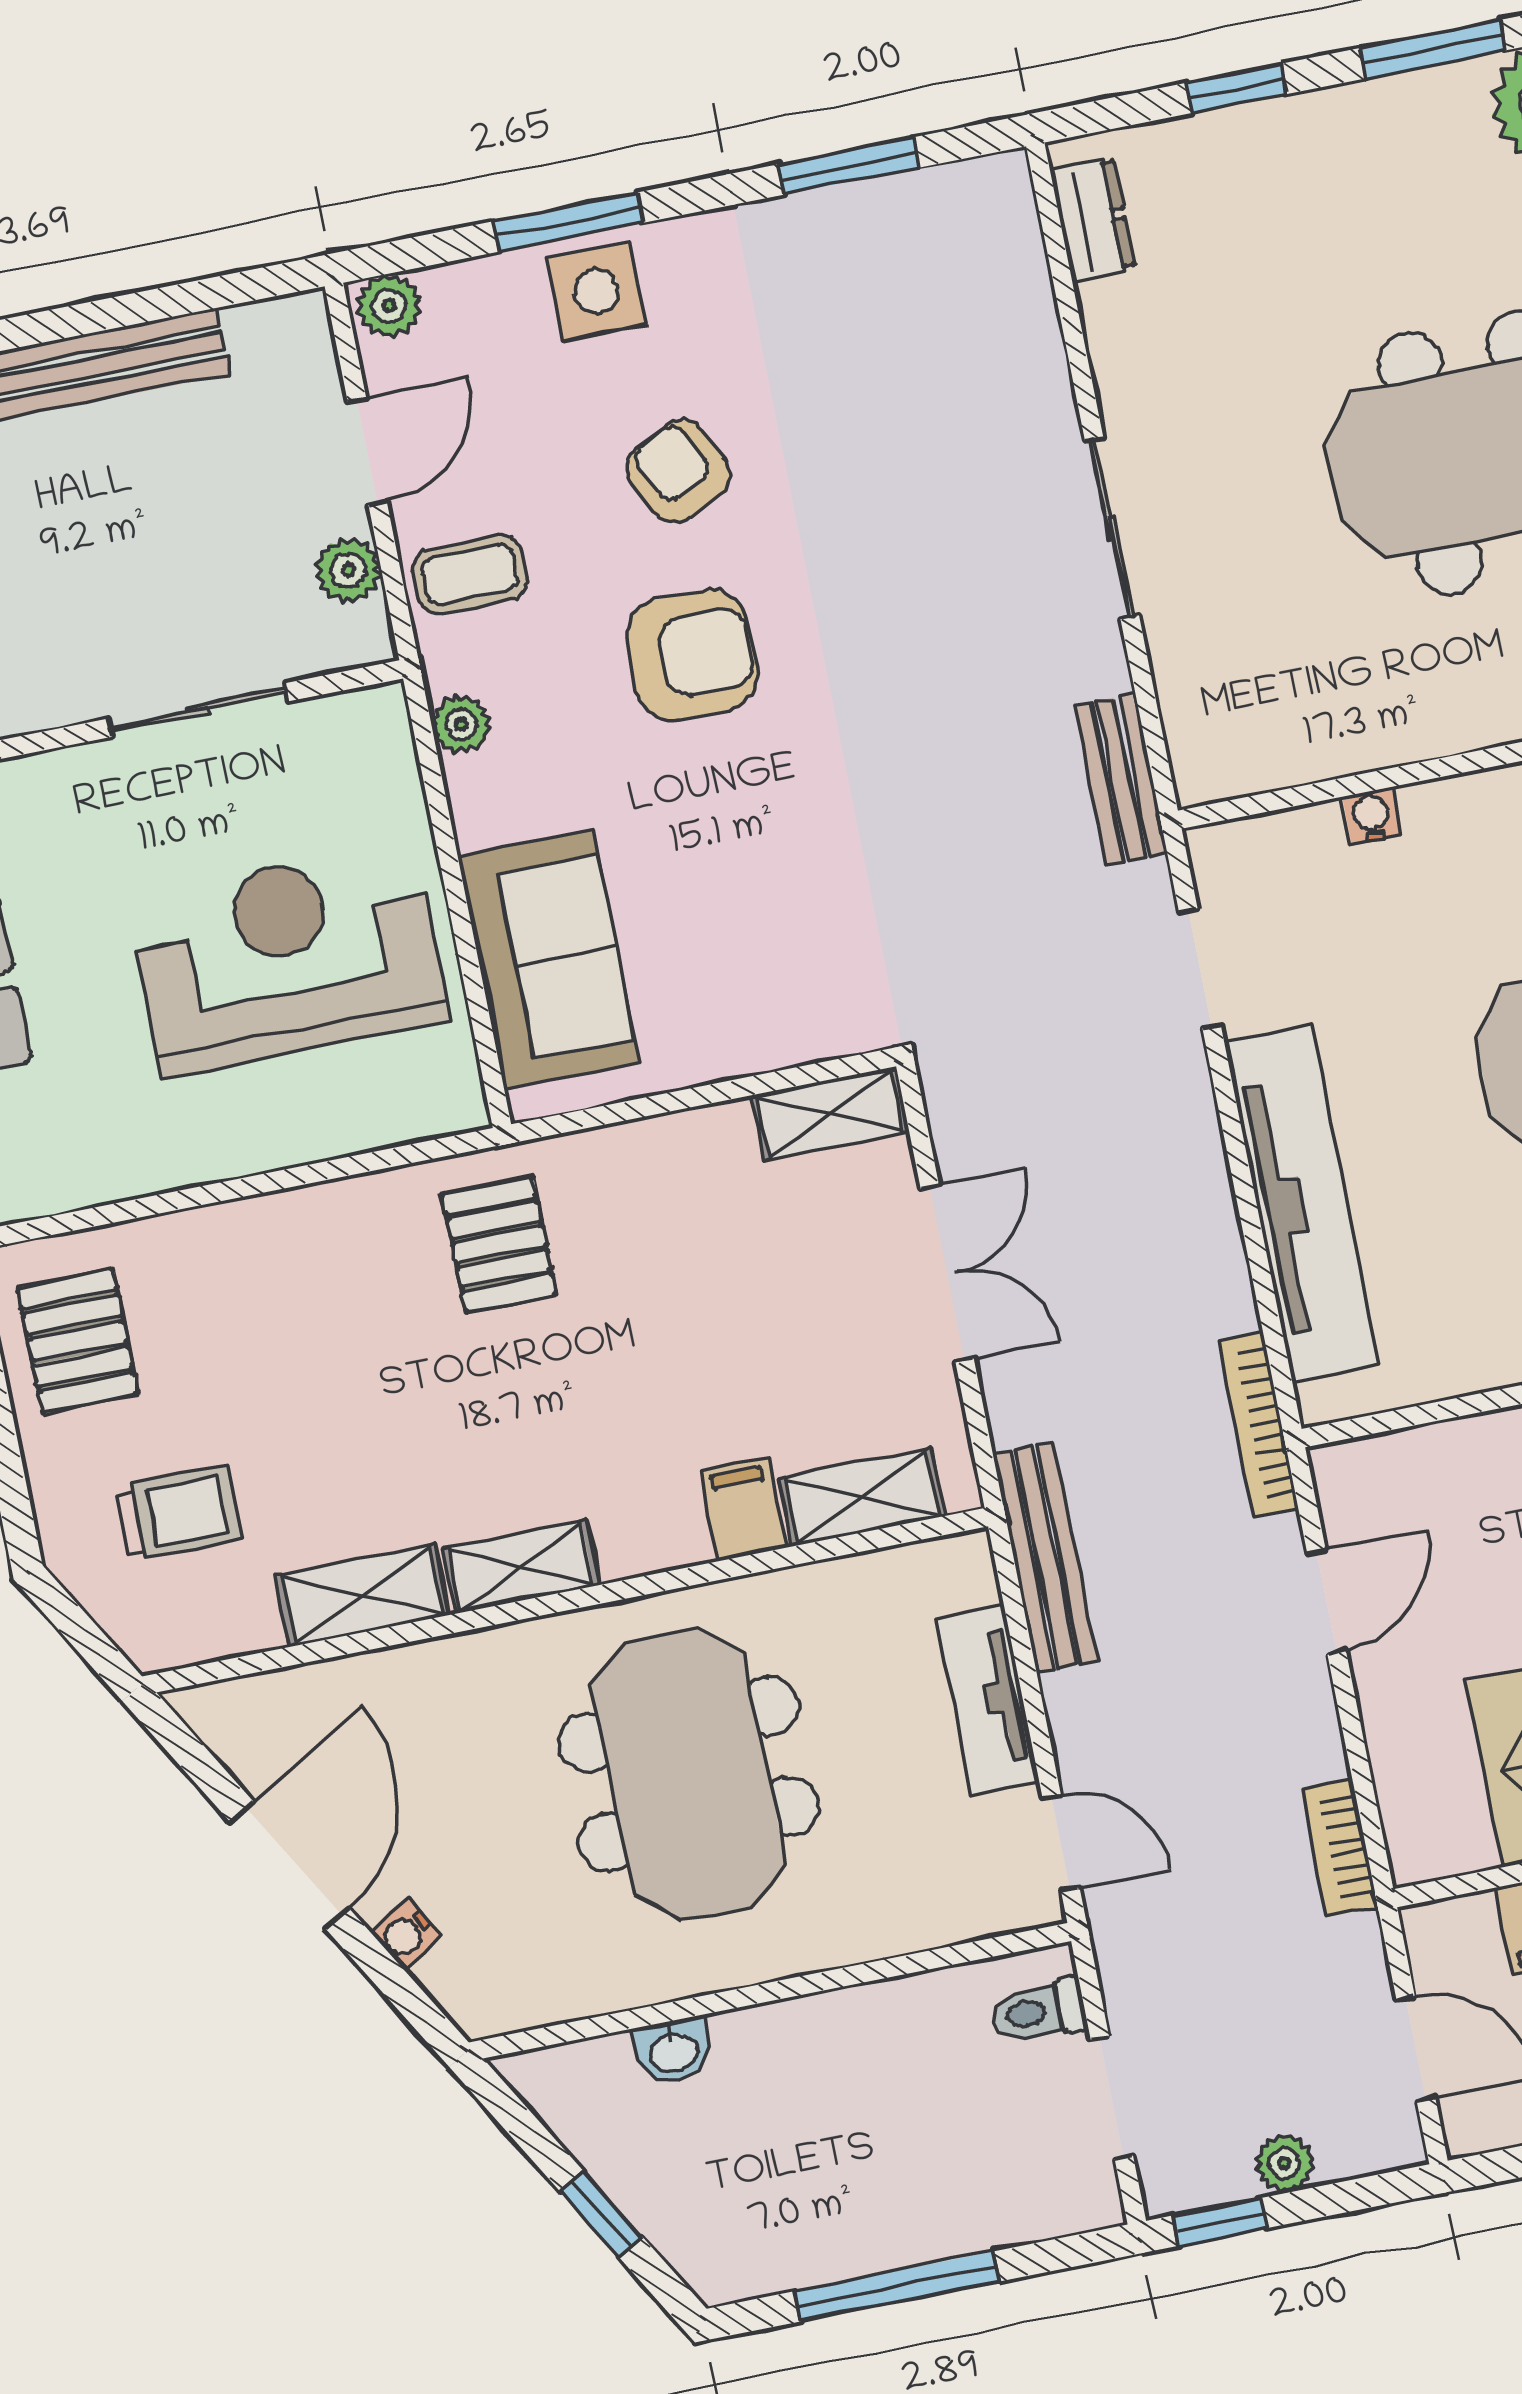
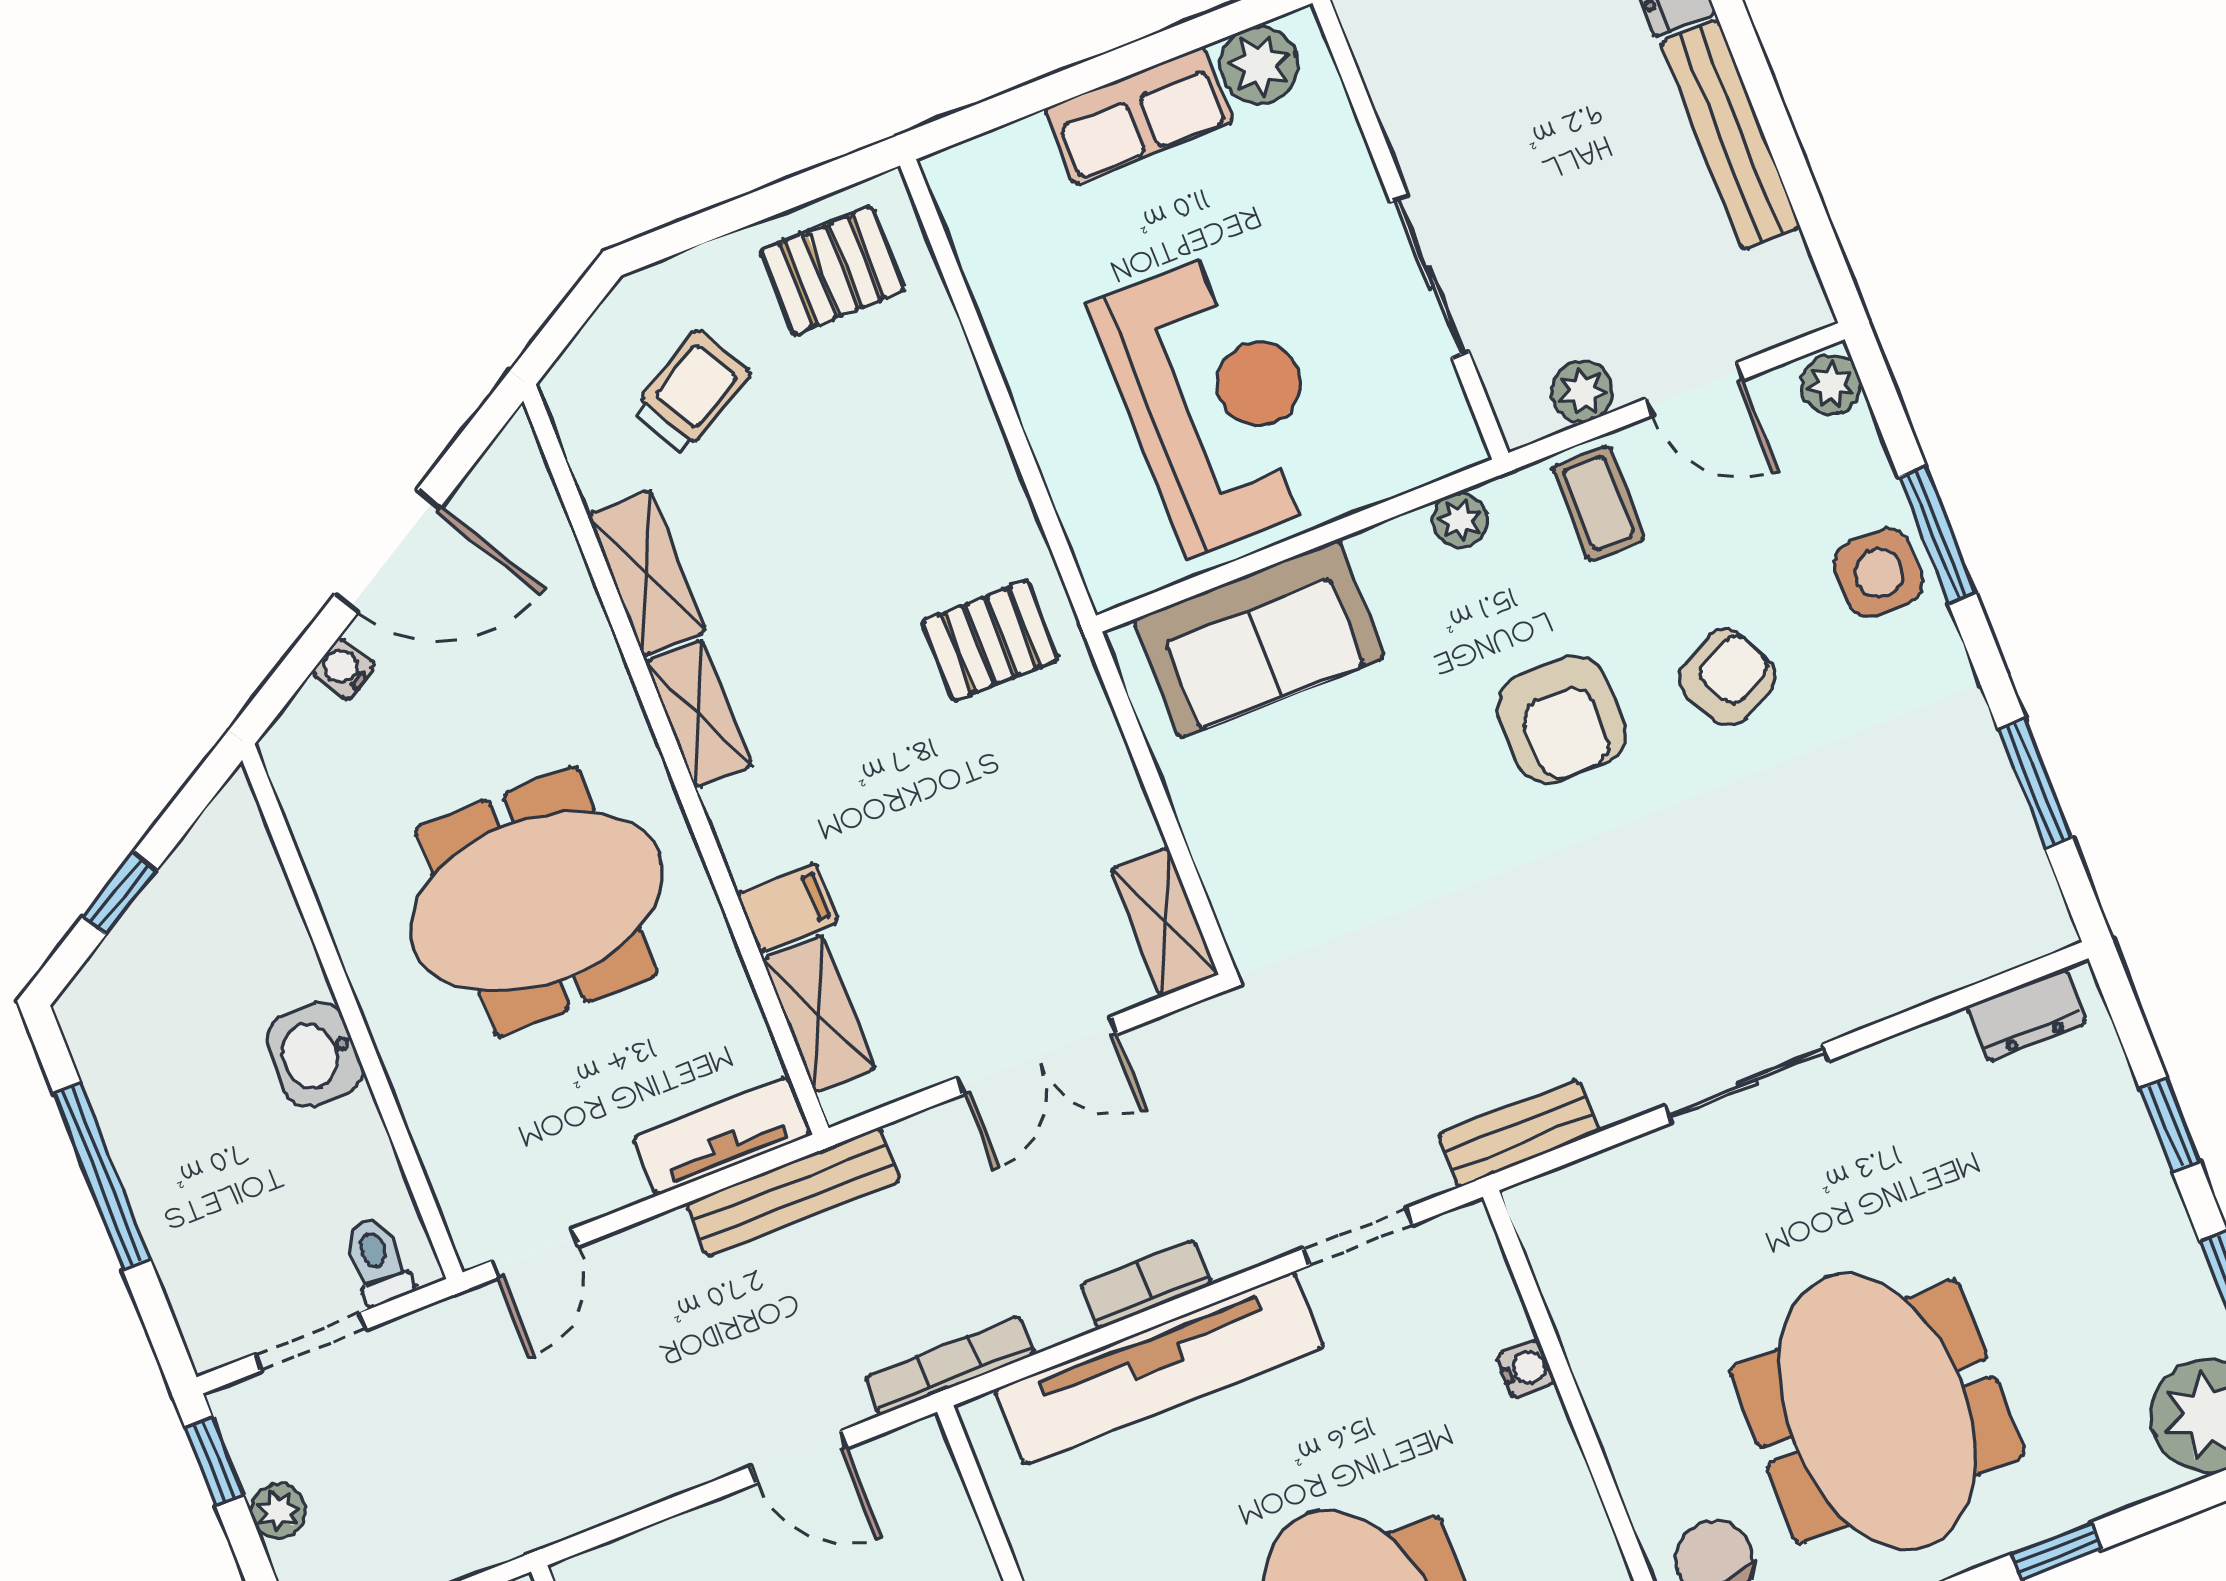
trolley: (179, 1513) -> (691, 392), turned -120
tv unit: (988, 1700) -> (722, 1136), moved
bookcase: (1339, 1848) -> (1146, 1285), moved
washbasin: (674, 2051) -> (315, 1054), moved, width x1.38, depth x1.45

